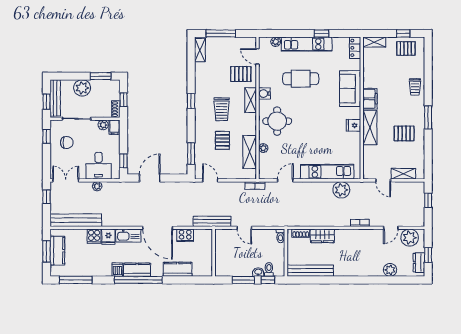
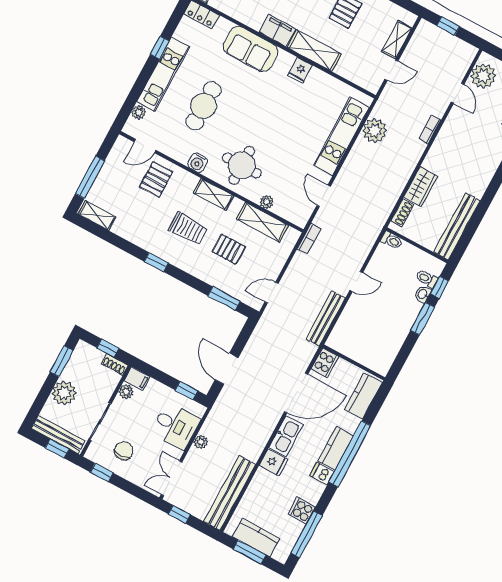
shelving: (251, 100) -> (214, 194), moved
cooker: (94, 236) -> (302, 510), moved, turned 180
wall: (214, 253) -> (354, 363), moved

